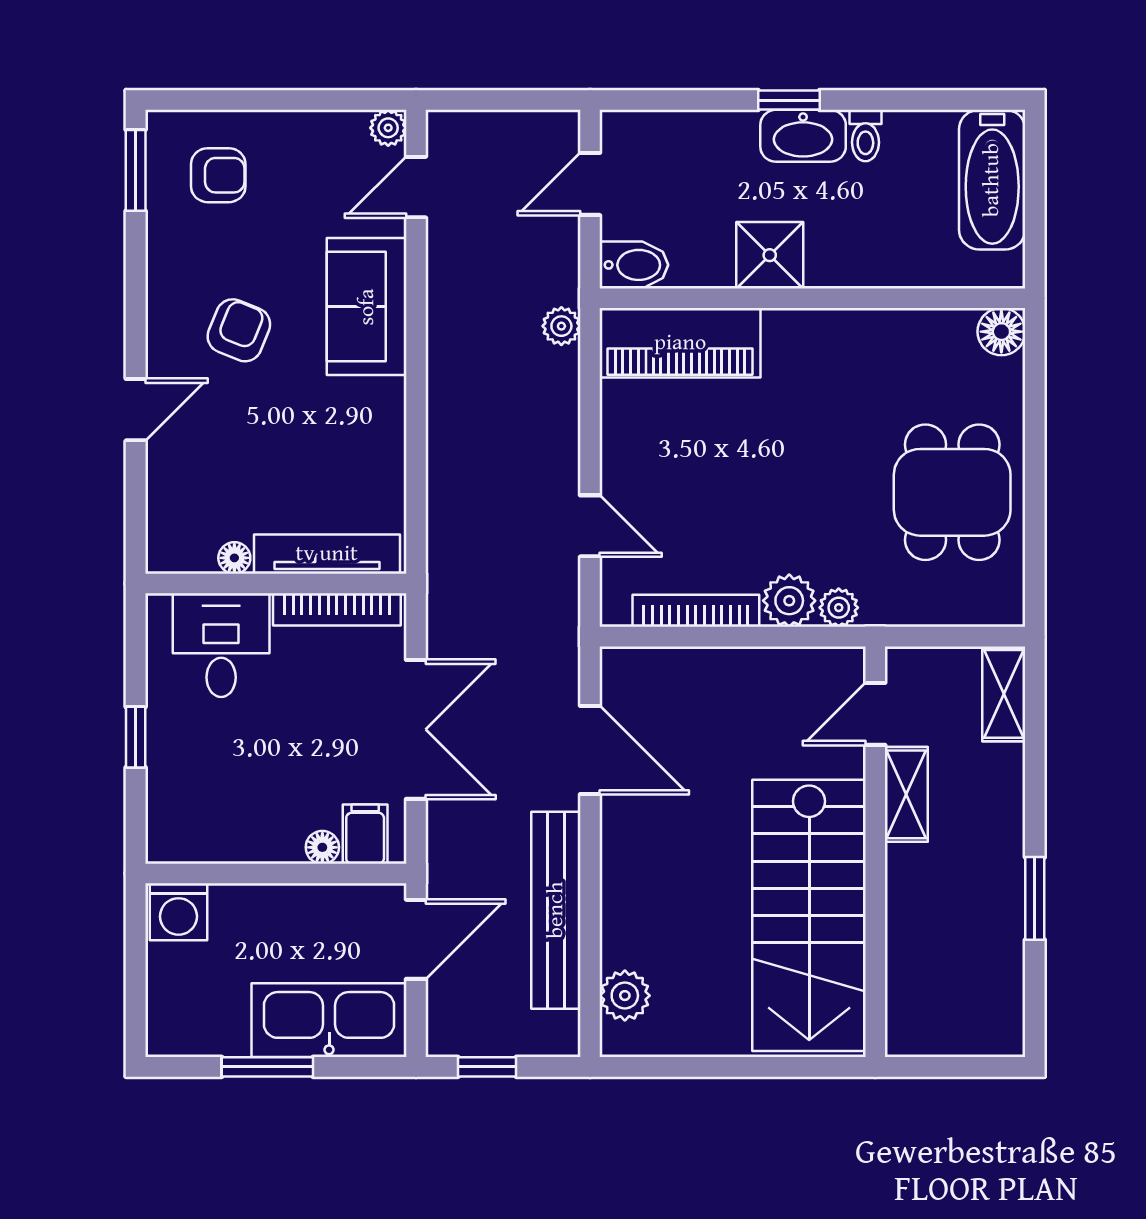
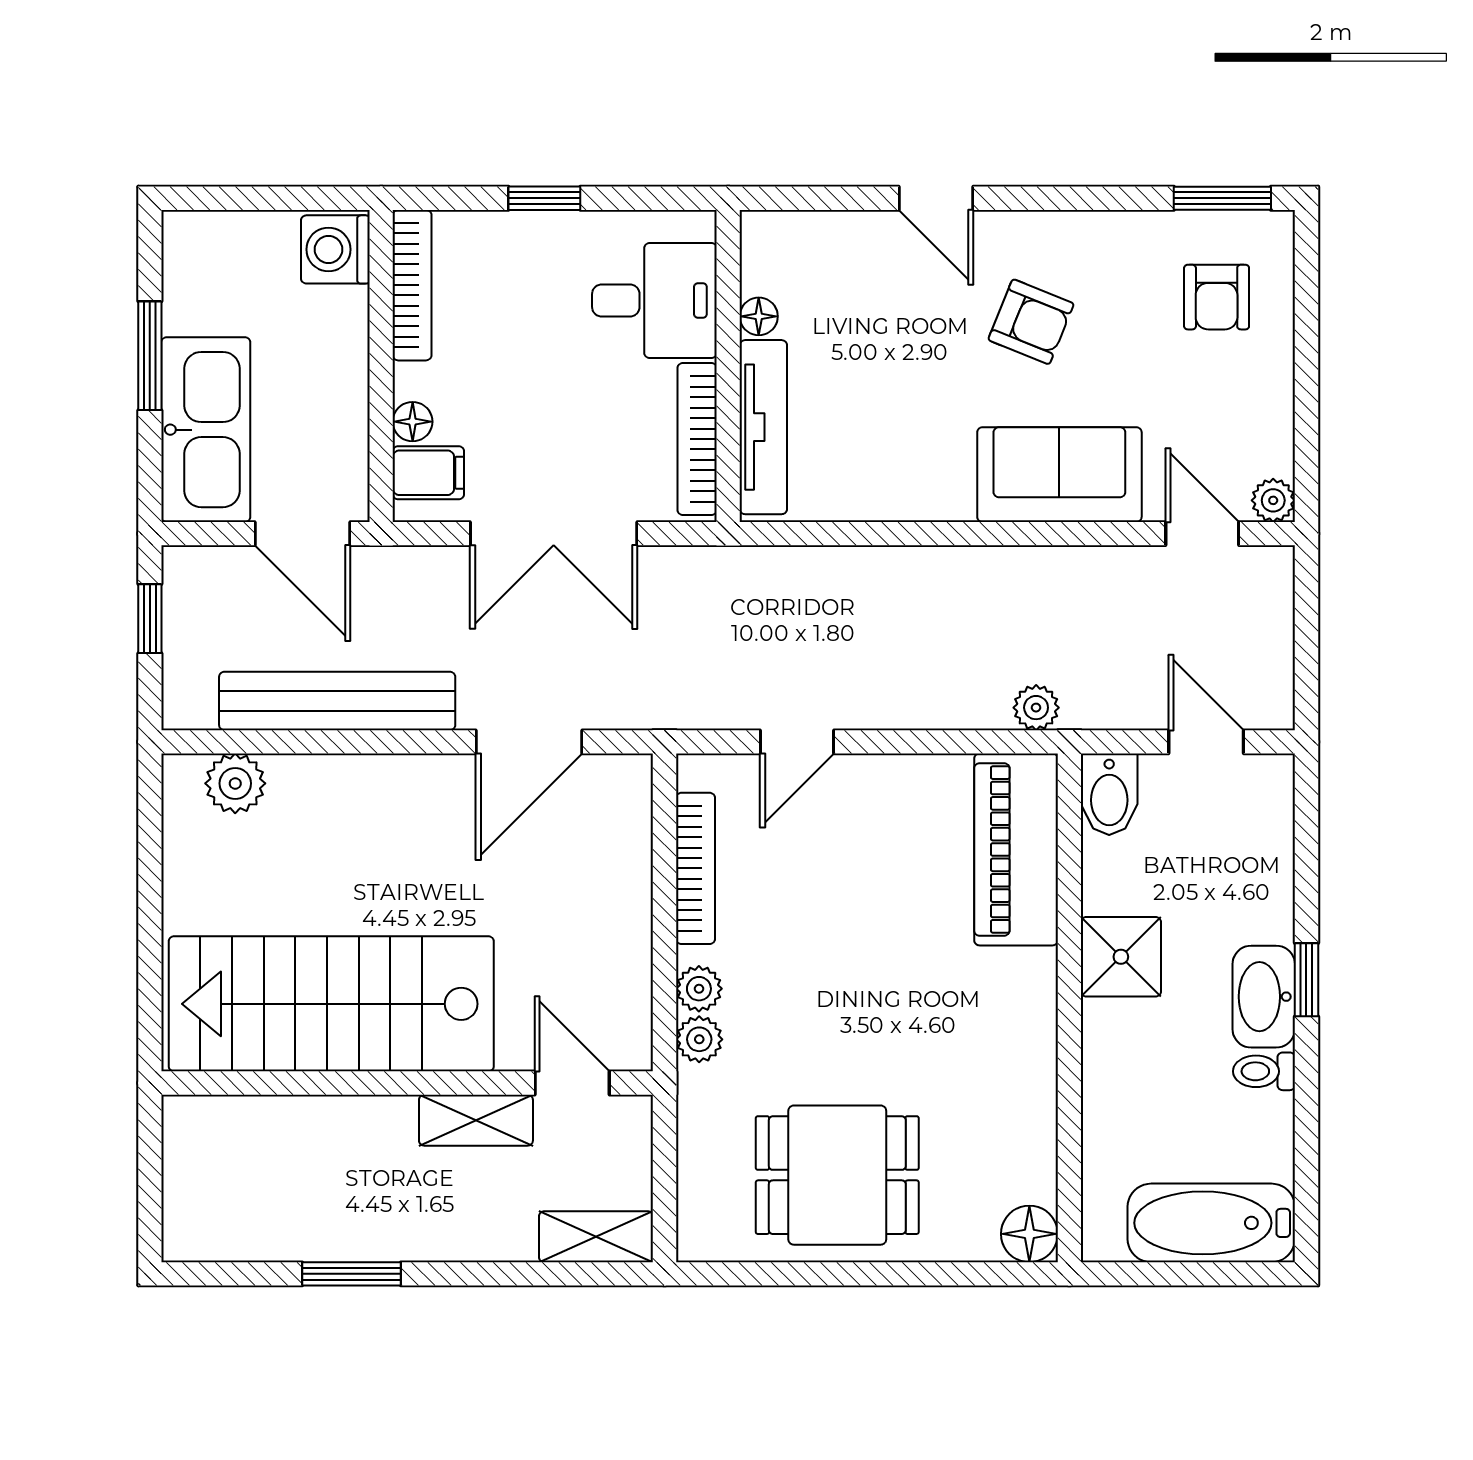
plant: (789, 601) -> (699, 989), width x0.73, depth x0.73
bookcase: (208, 848) -> (412, 285), added

